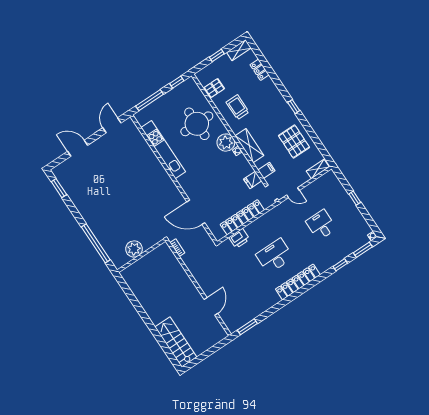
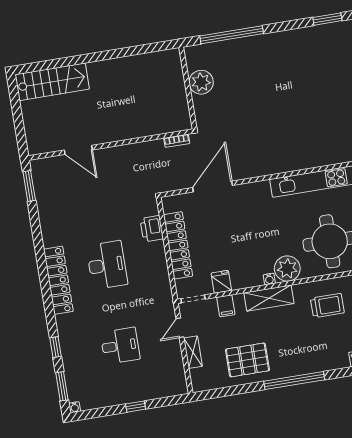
window: (294, 107) -> (294, 381), width x3.17
shelving: (318, 169) -> (193, 352), moved

